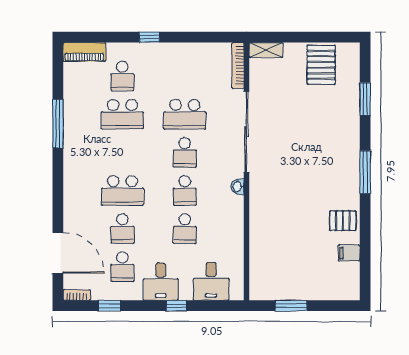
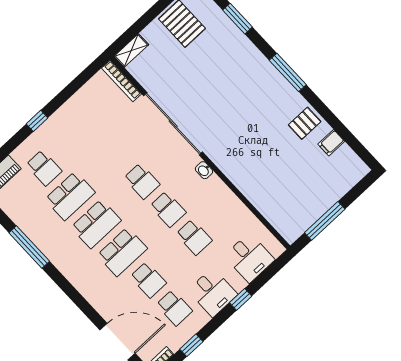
school desk: (185, 114) -> (96, 224), moved
window: (291, 306) -> (325, 221), width x1.44

